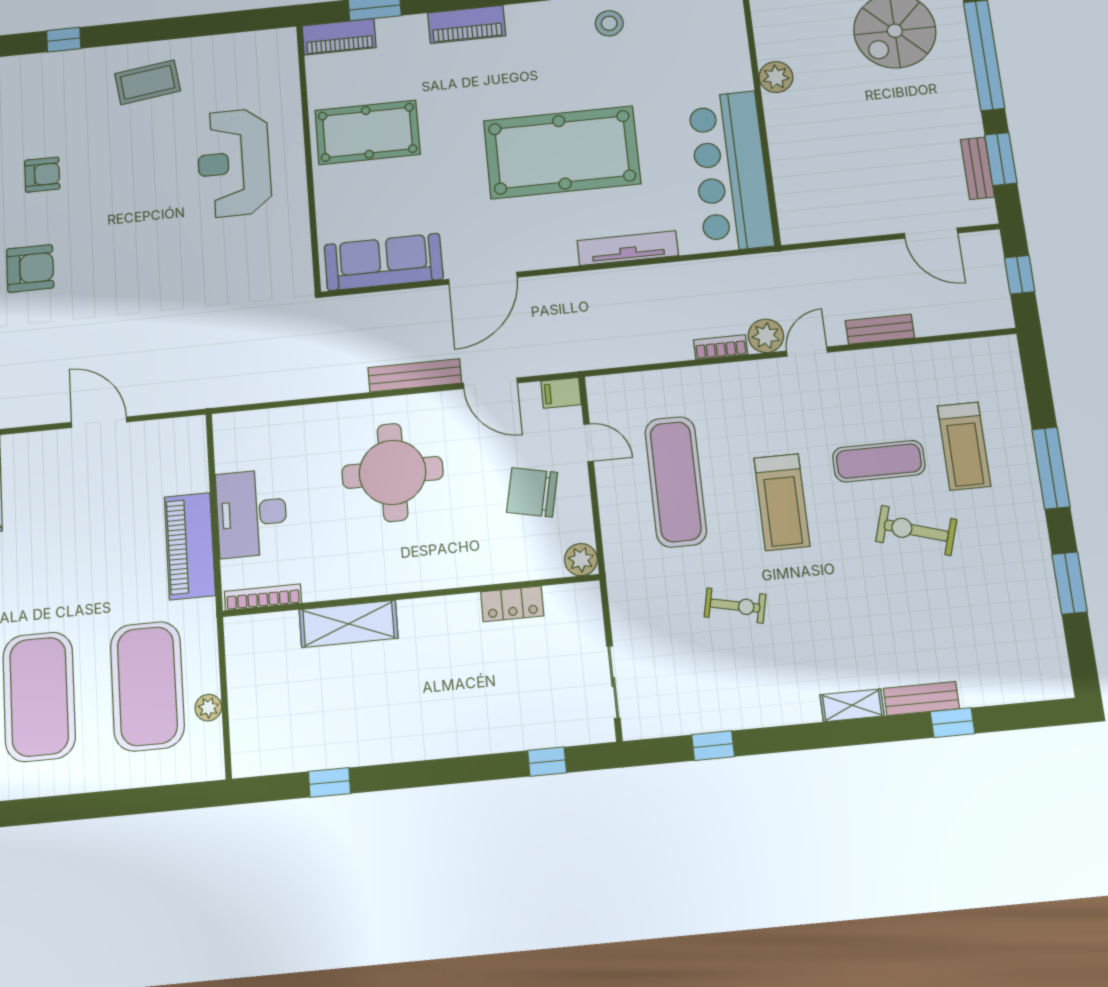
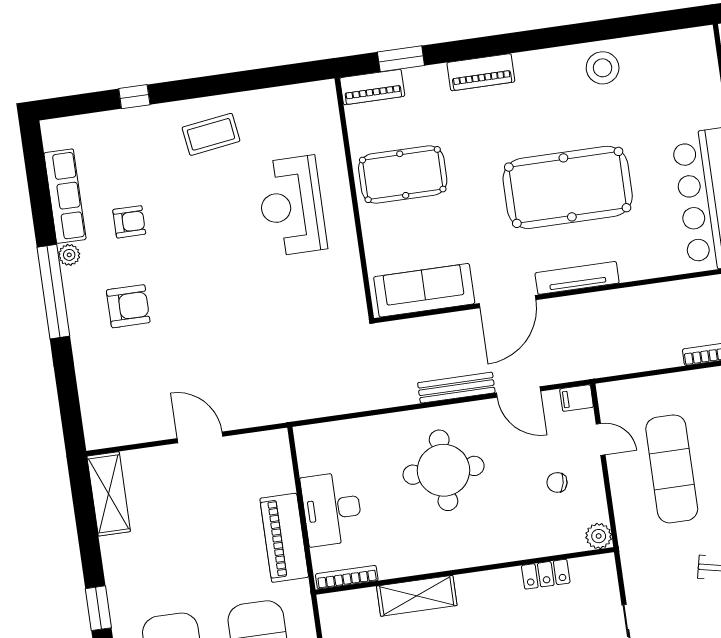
stool: (609, 23) -> (603, 68), width x1.38, depth x1.38
tv unit: (628, 248) -> (577, 278), moved
chair: (532, 492) -> (557, 482), width x0.54, depth x0.54

